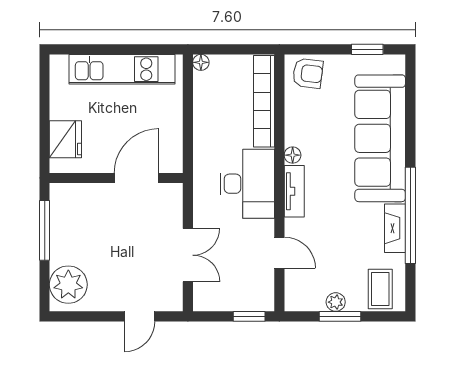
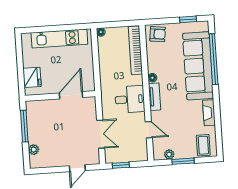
desk: (247, 184) -> (130, 99), width x0.73
window: (410, 215) -> (214, 59), moved
plant: (68, 285) -> (34, 150), width x0.53, depth x0.53
plant: (336, 302) -> (169, 154), moved
window: (249, 316) -> (121, 165), moved

